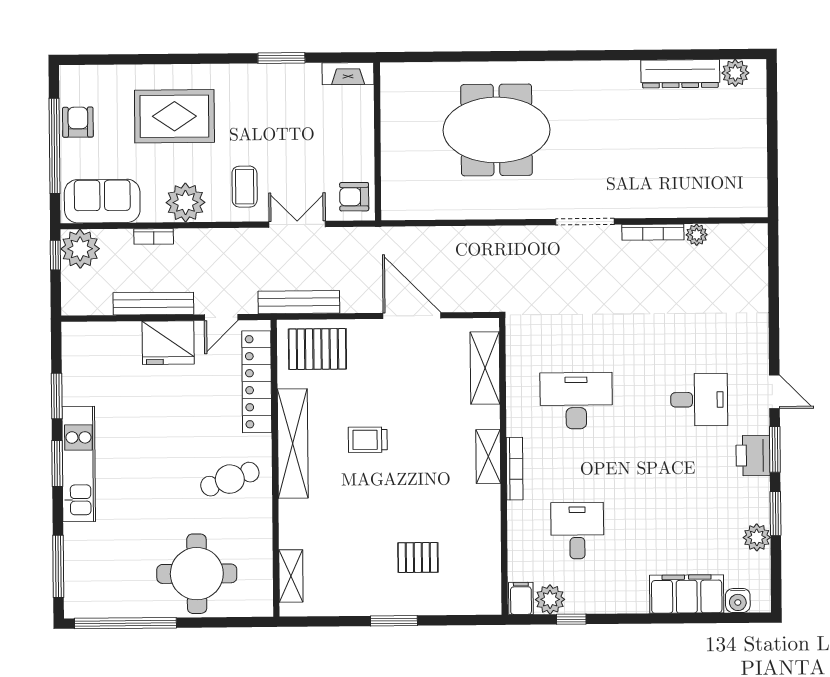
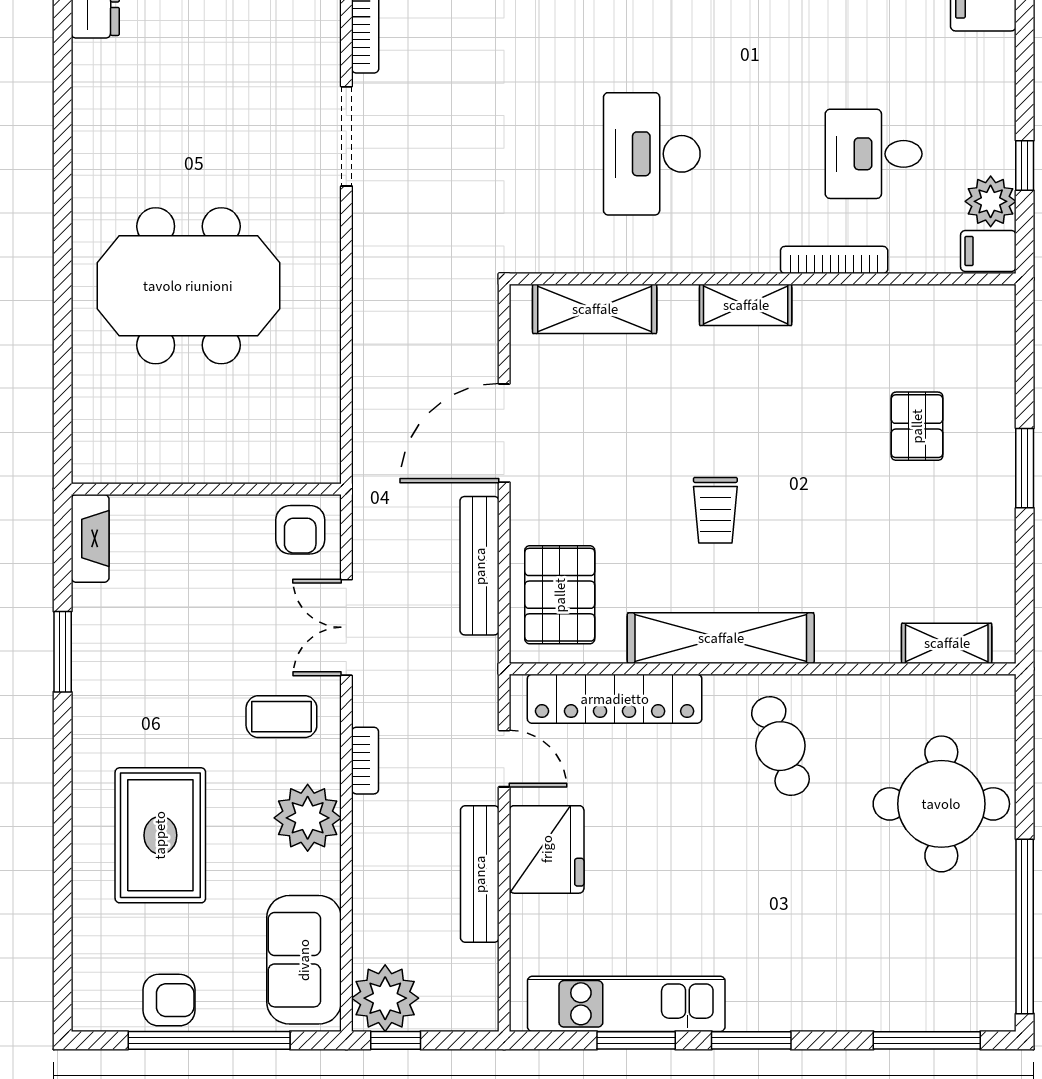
armchair: (78, 122) -> (169, 1000), turned 180
meeting table: (497, 130) -> (188, 286), turned 90
bookcase: (154, 236) -> (365, 761), moved
bench: (299, 302) -> (480, 566), moved
kitchen unit: (79, 464) -> (626, 1004), moved
bookcase: (515, 469) -> (834, 260), moved

